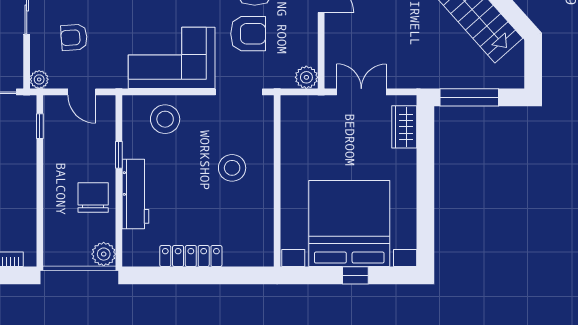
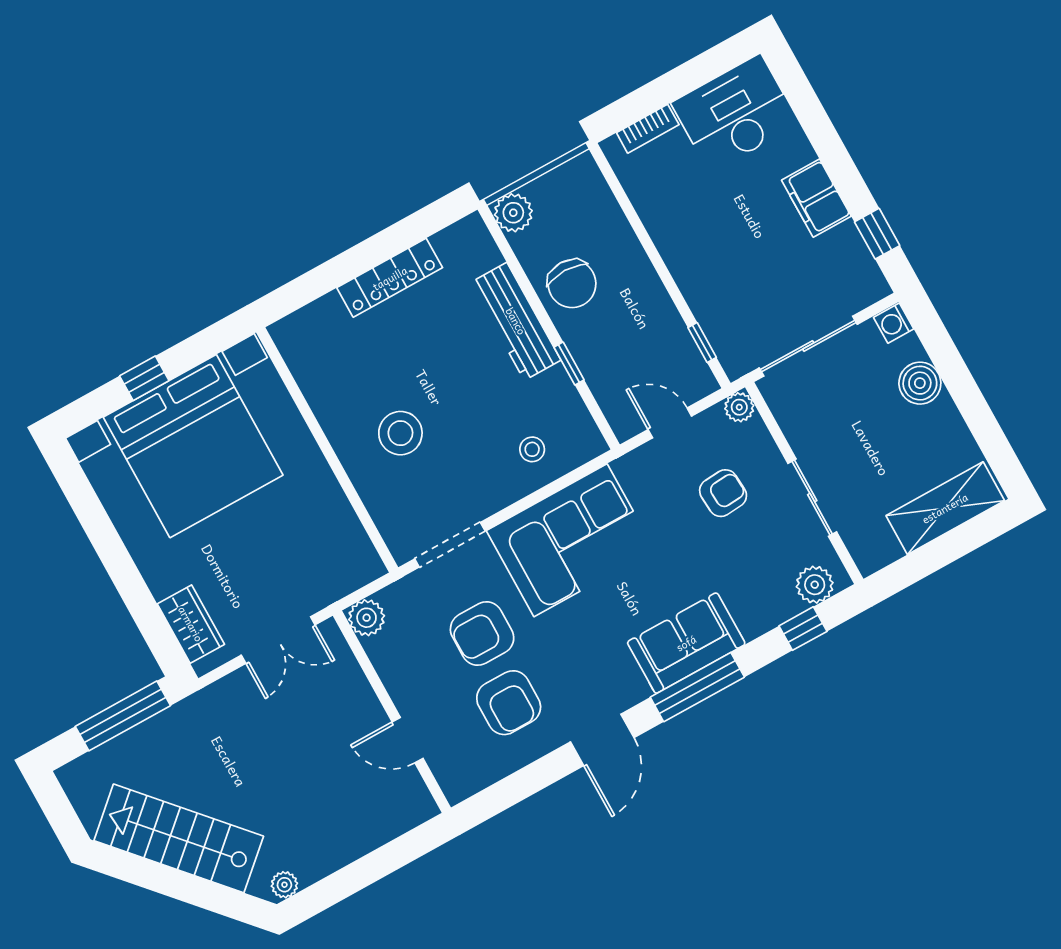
stool: (165, 119) -> (532, 449), width x0.53, depth x0.53

